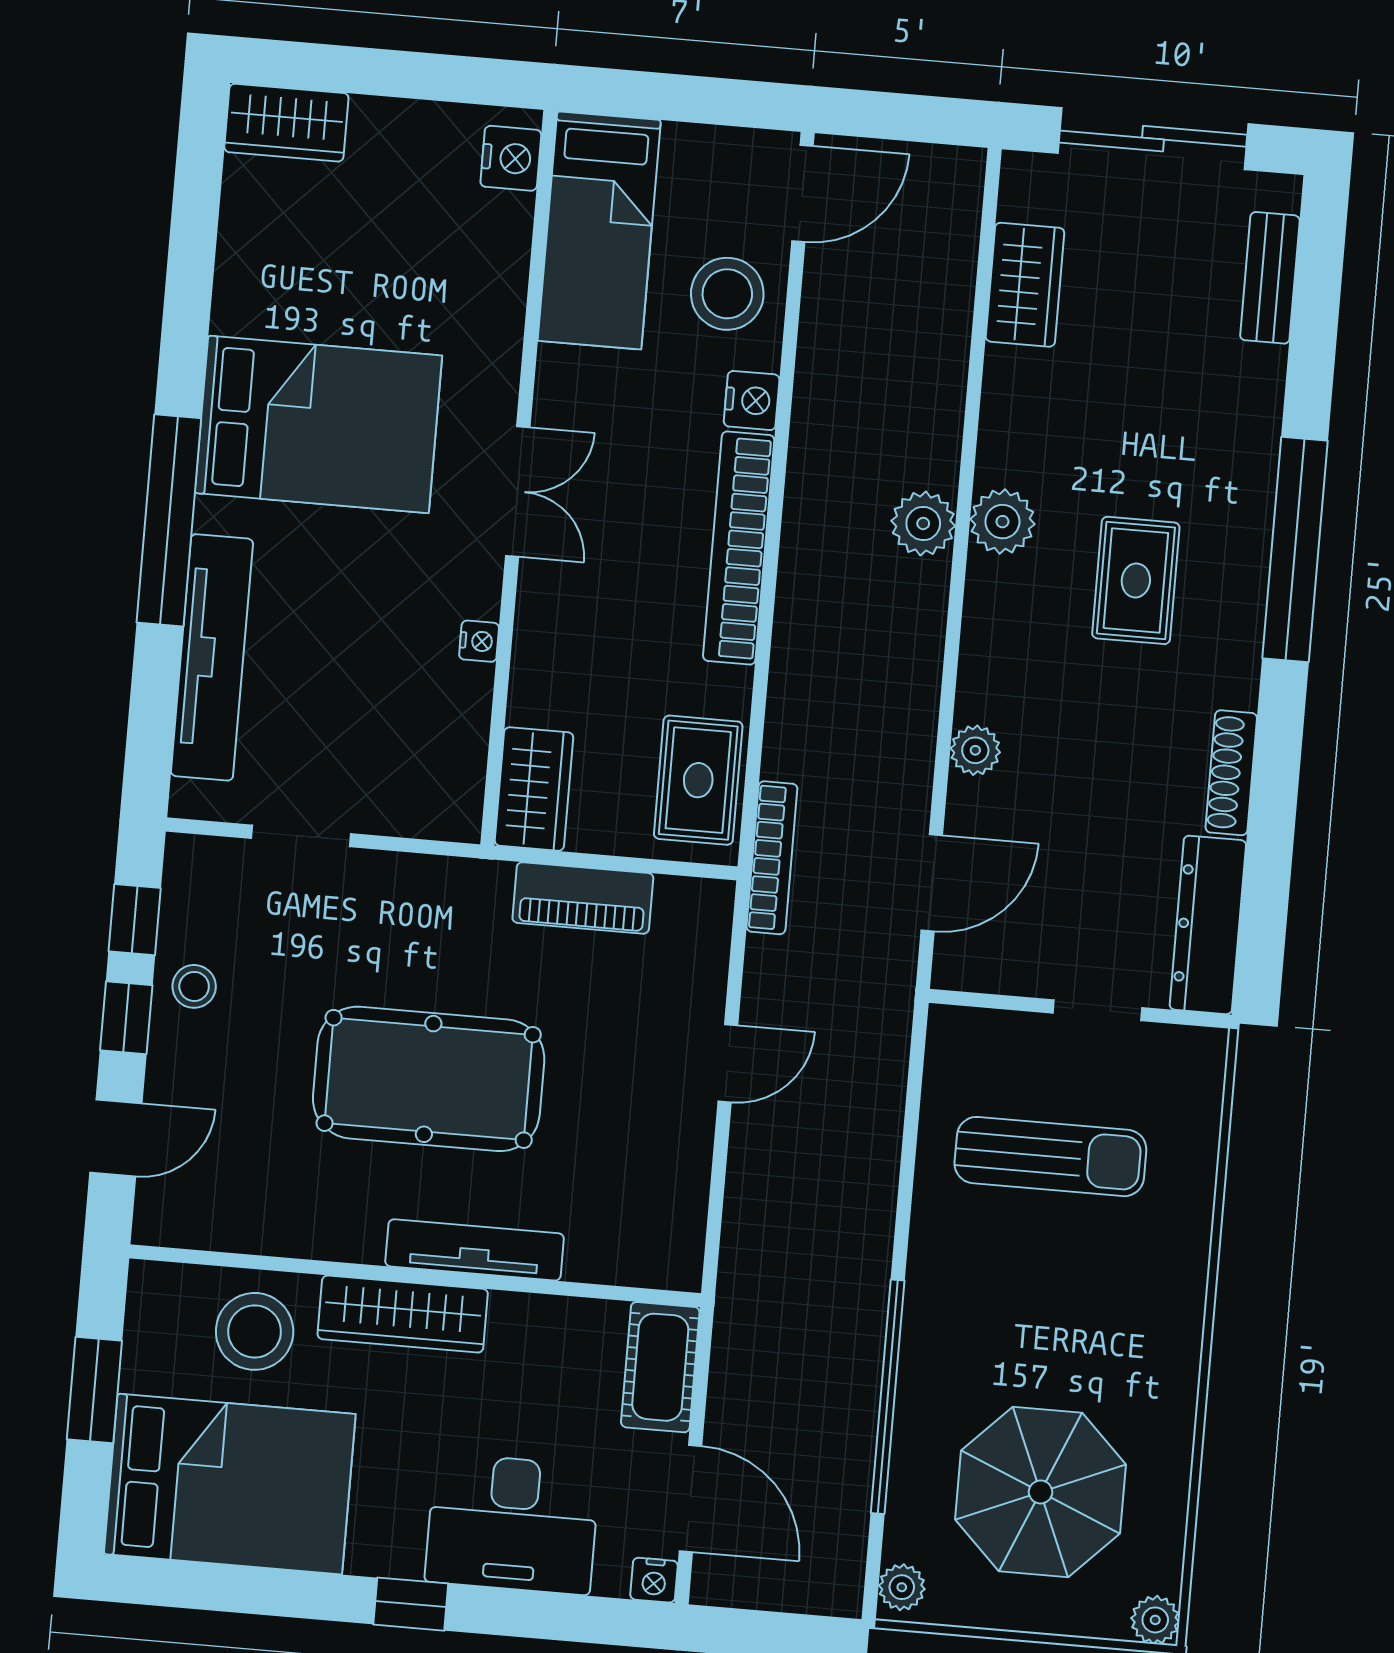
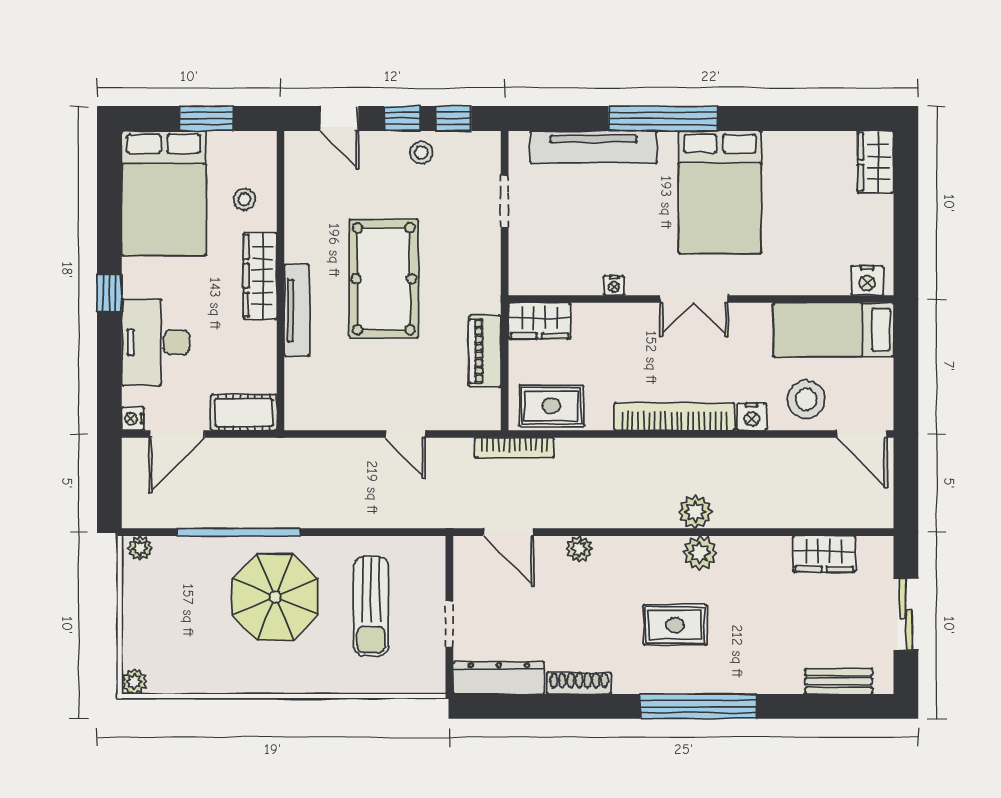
sliding door: (1153, 139) -> (906, 614), width x0.73
stool: (255, 1331) -> (244, 199), width x0.53, depth x0.53
parasol: (1041, 1492) -> (275, 597), moved

